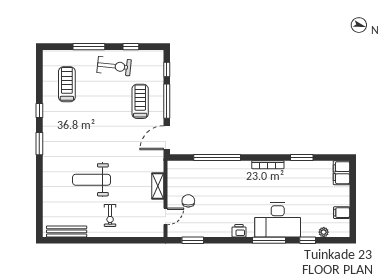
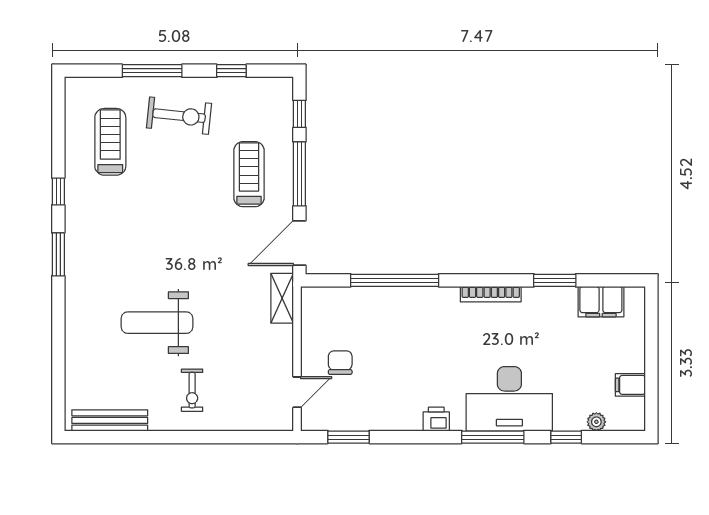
exercise bike: (114, 66) -> (179, 116), moved
filing cabinet: (341, 173) -> (601, 302), moved, turned -90
shelving: (158, 186) -> (282, 298), moved

